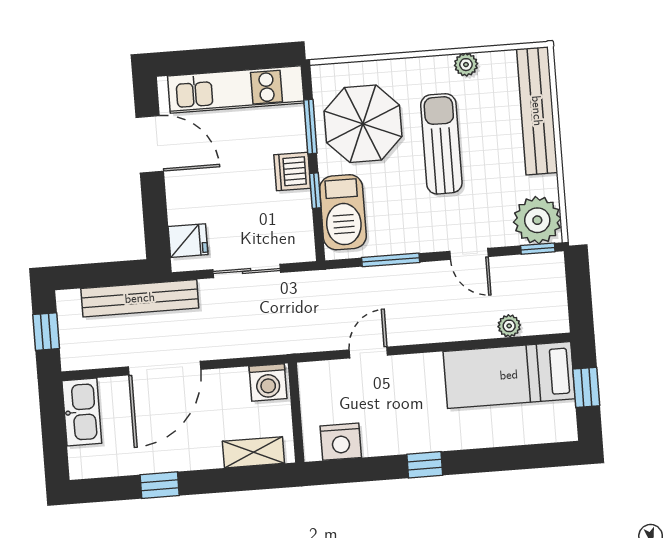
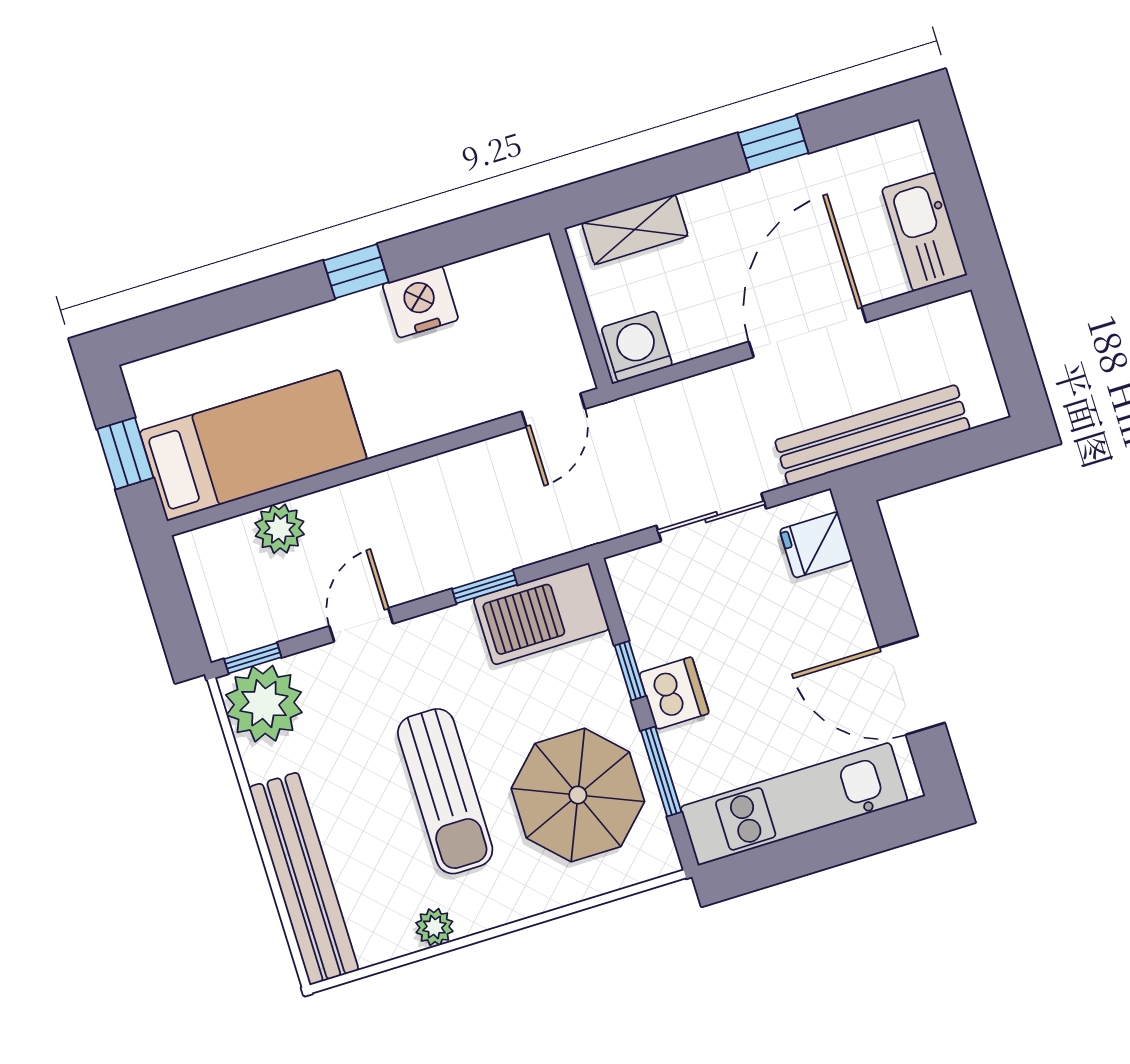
barbecue: (343, 212) -> (541, 614), moved, turned -90
door: (469, 254) -> (361, 625), hinge flipped
window: (391, 260) -> (485, 587), width x0.67
plant: (509, 326) -> (280, 529), width x1.38, depth x1.38
window: (46, 332) -> (1010, 348), removed
door: (368, 353) -> (553, 410), moved
nightstand: (341, 442) -> (420, 302), moved

